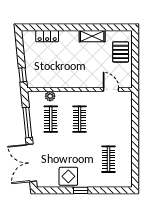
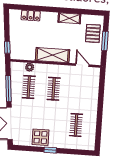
window: (135, 60) -> (105, 41), added
shelving: (76, 80) -> (53, 55), added

